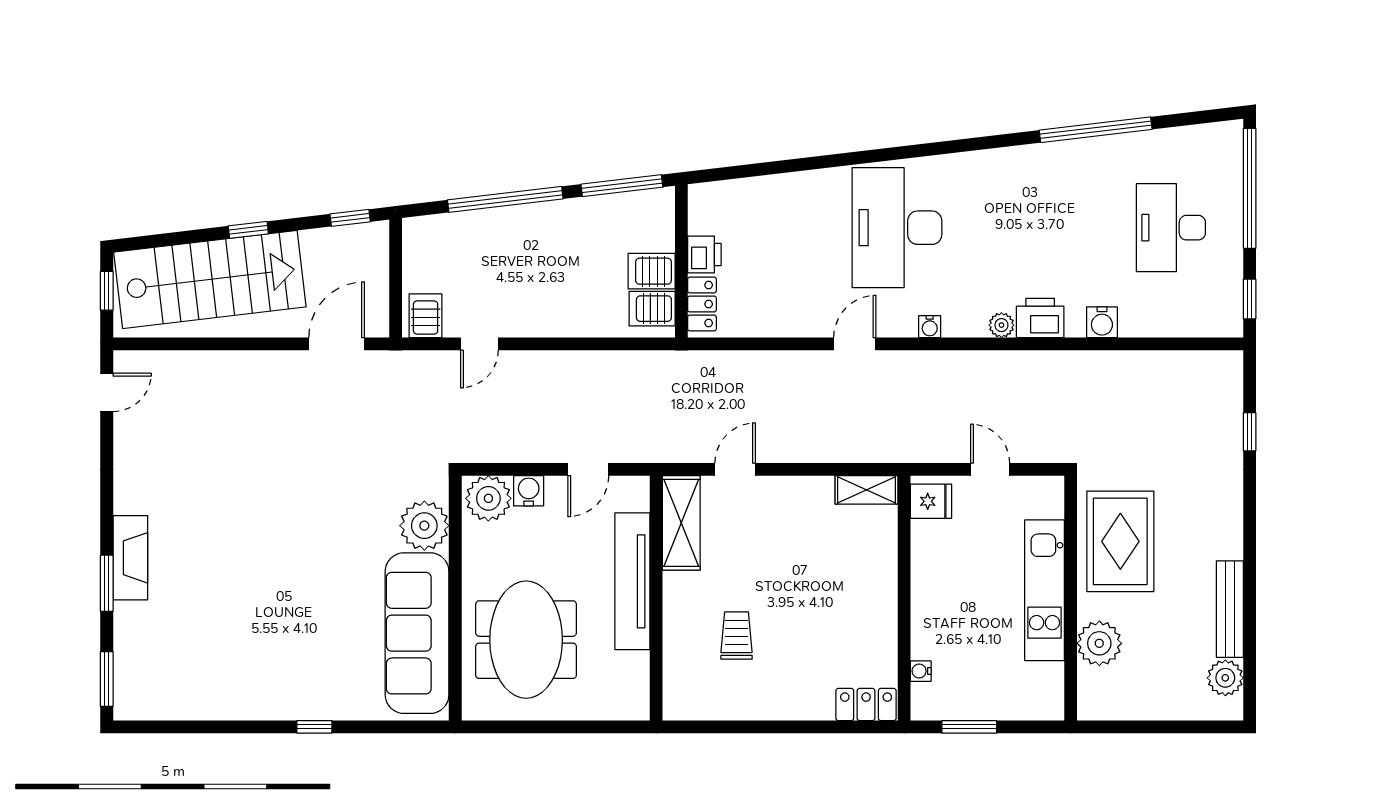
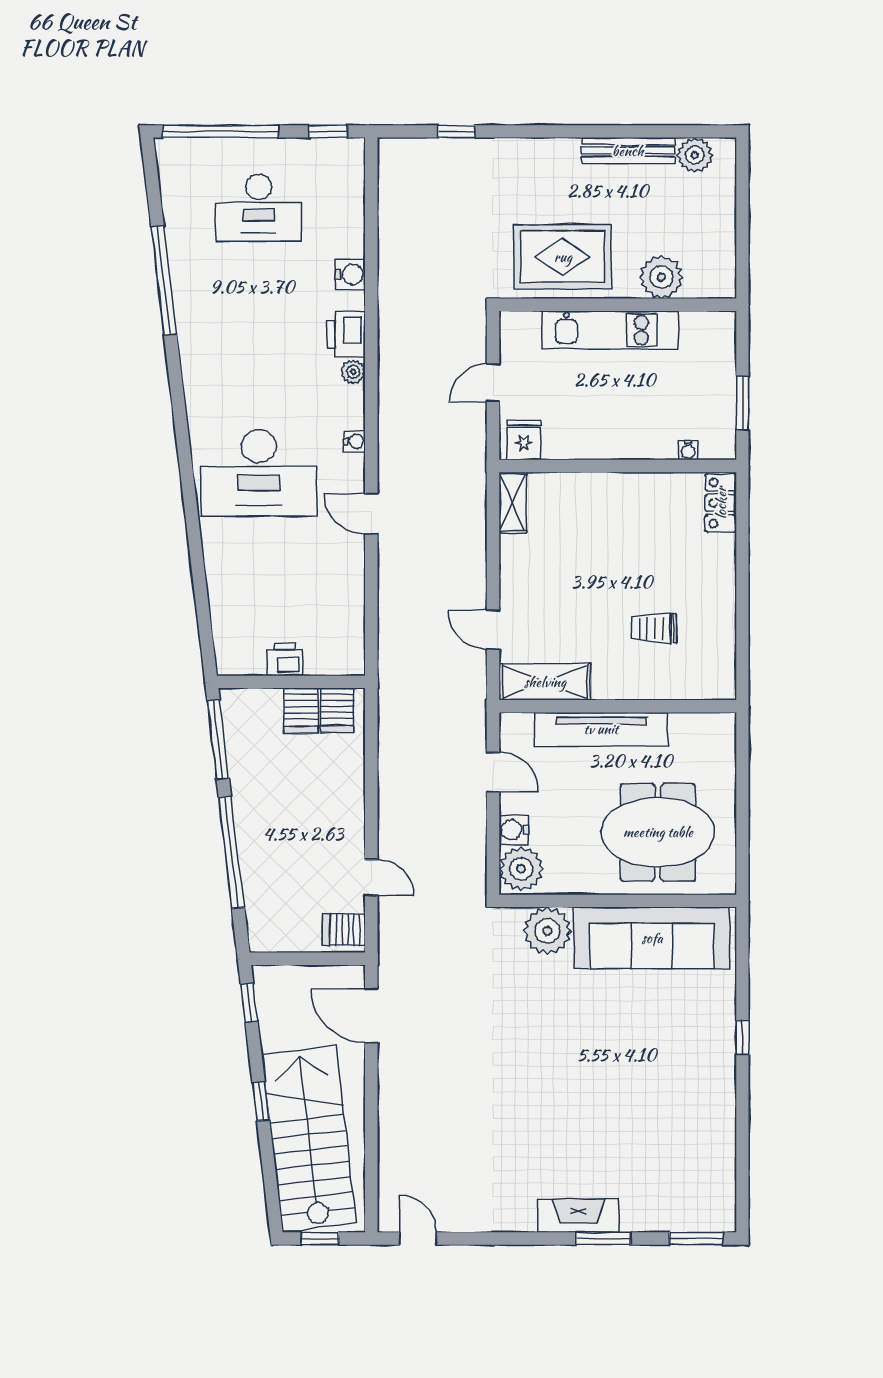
locker: (702, 304) -> (333, 662), removed

